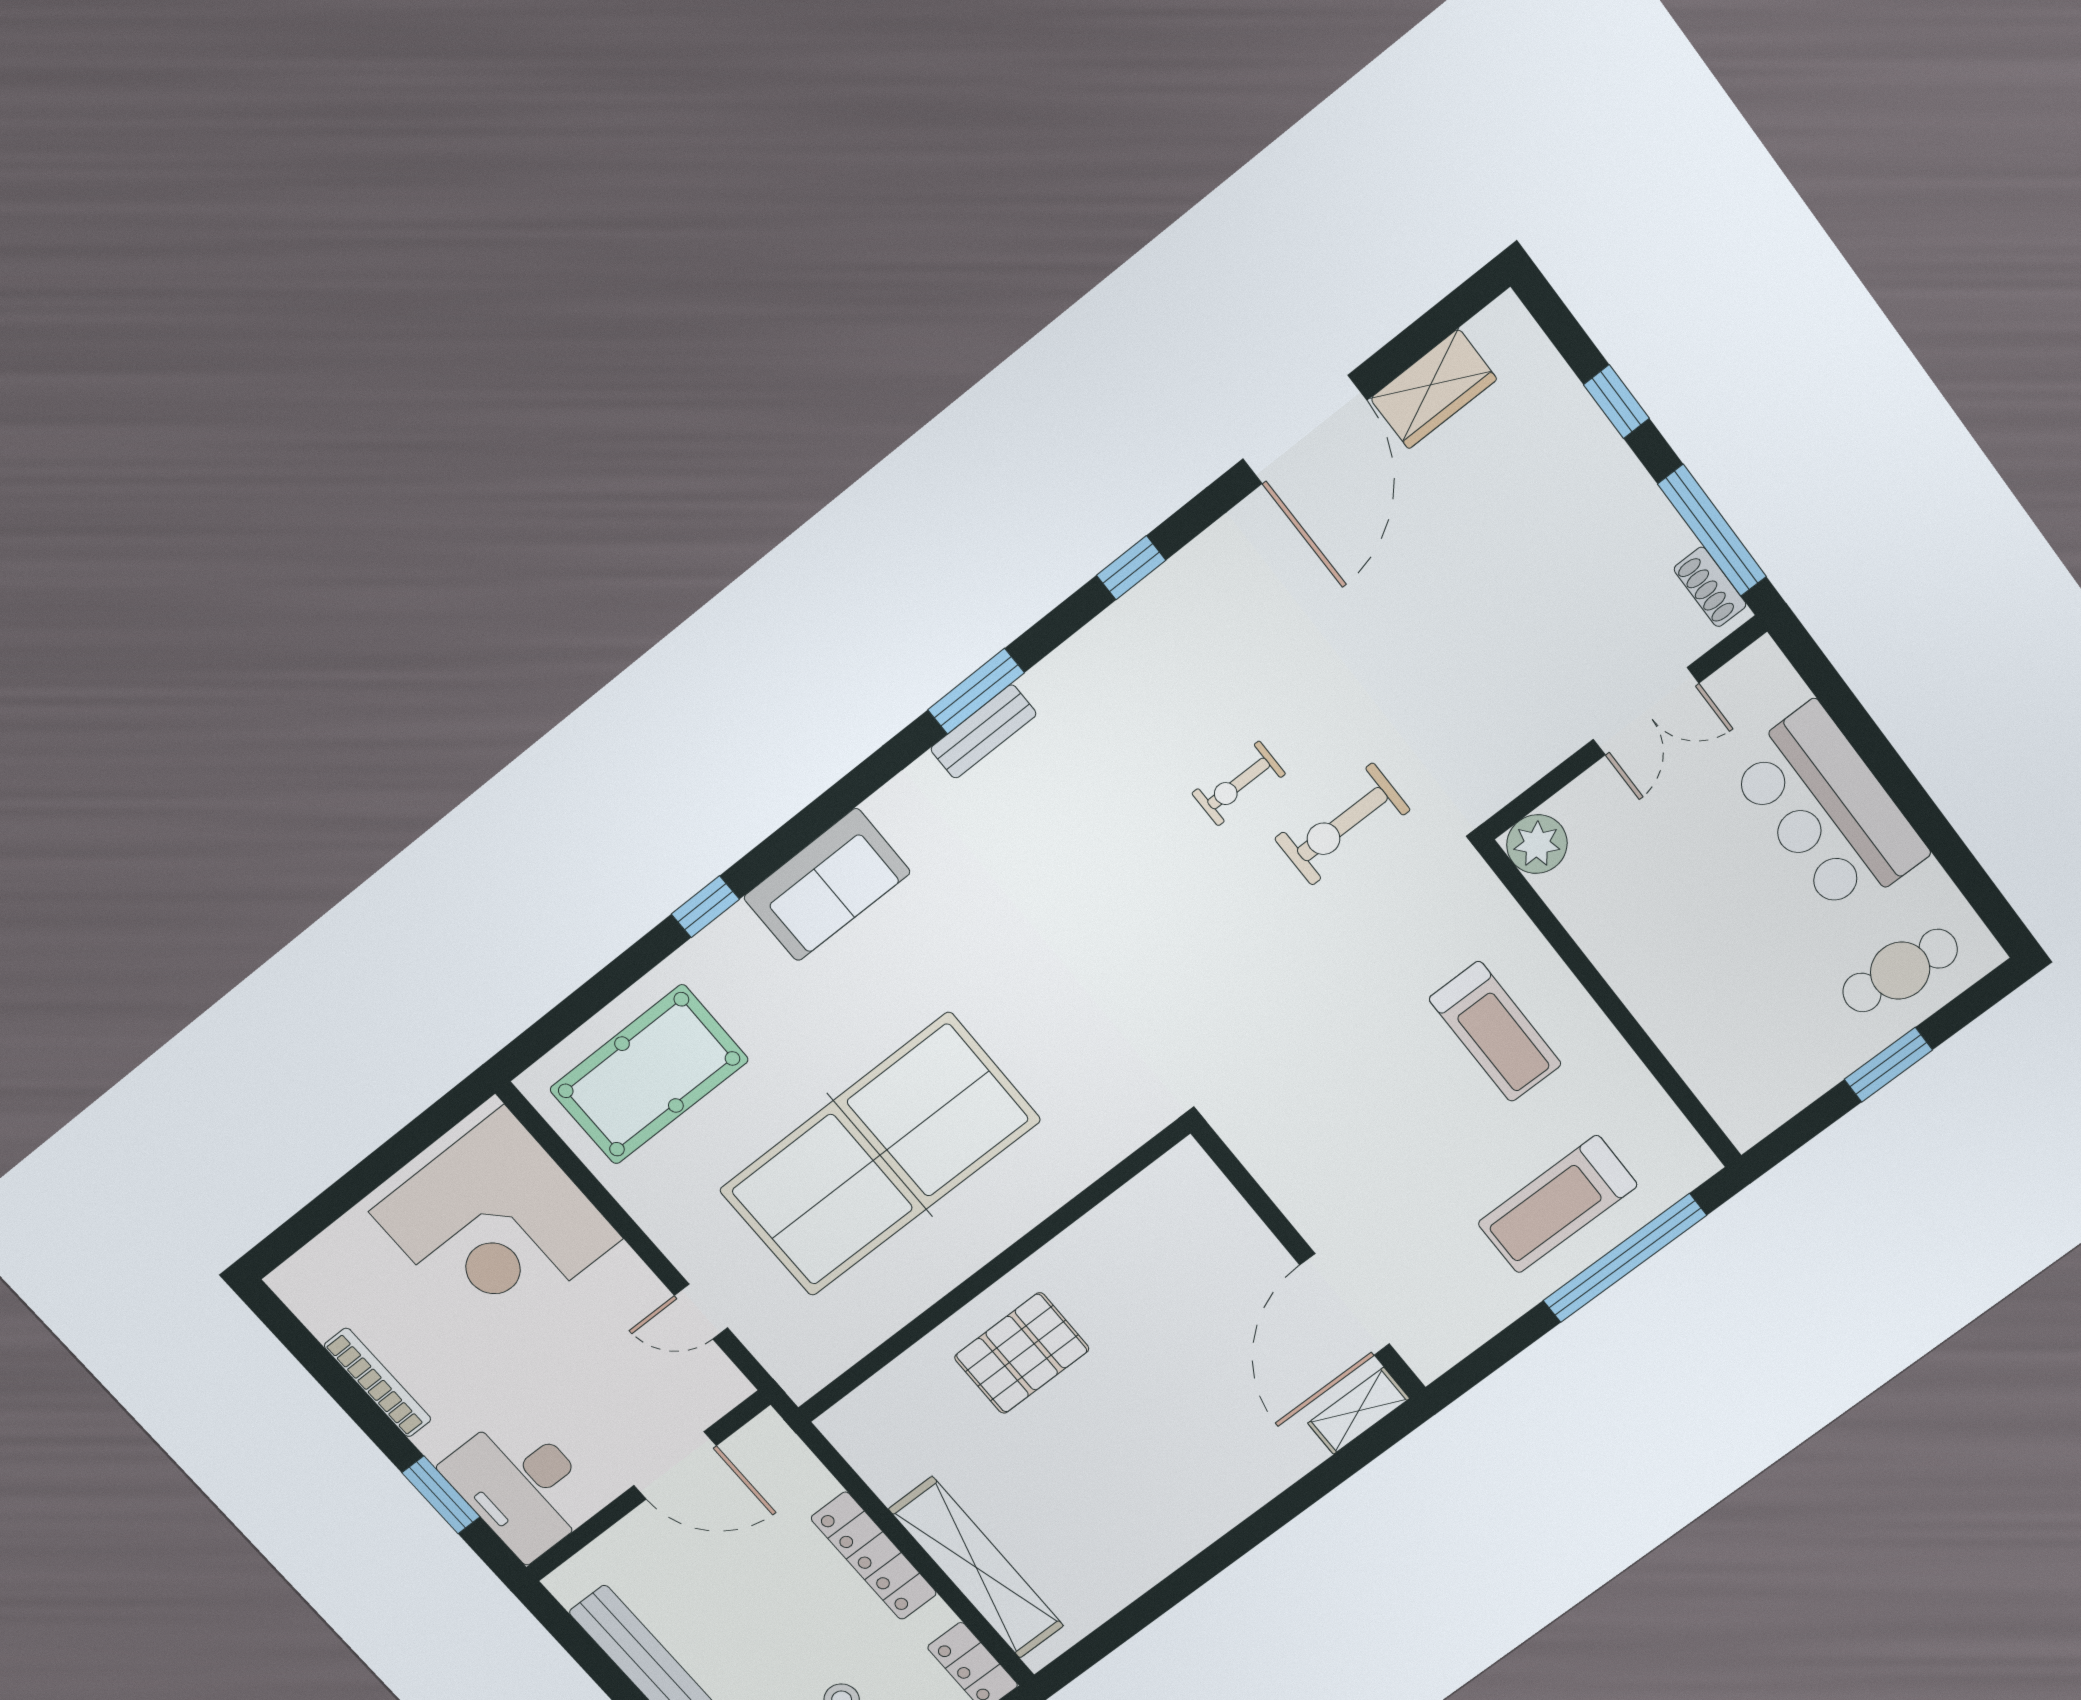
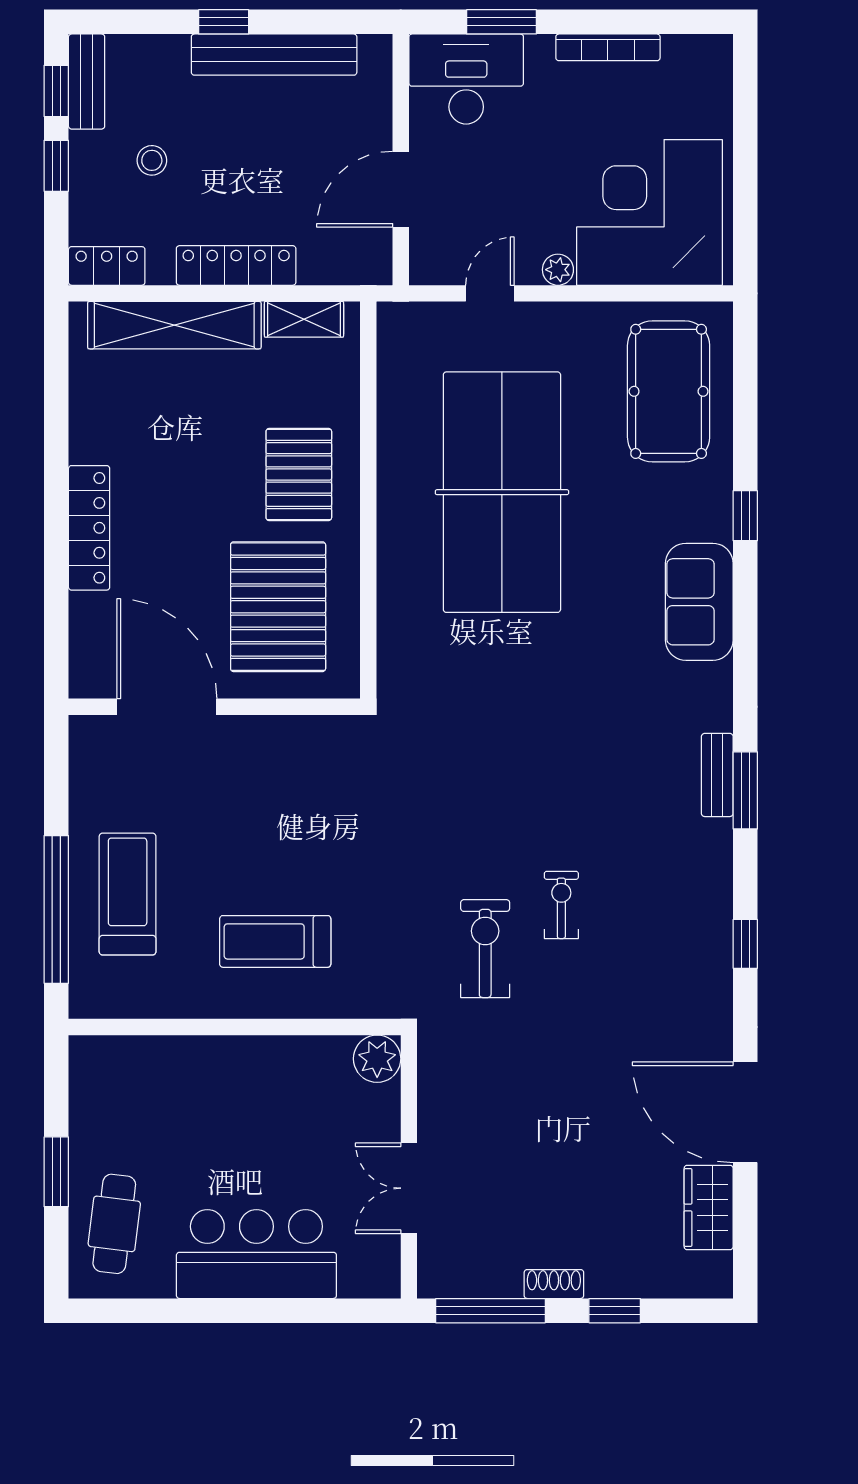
shoe rack: (1710, 587) -> (554, 1284), moved
plant: (624, 1267) -> (558, 270), added
pallet: (1164, 1277) -> (278, 607), added
shelving: (1359, 1411) -> (304, 319), moved, turned 90
locker: (1231, 1501) -> (89, 528), added

